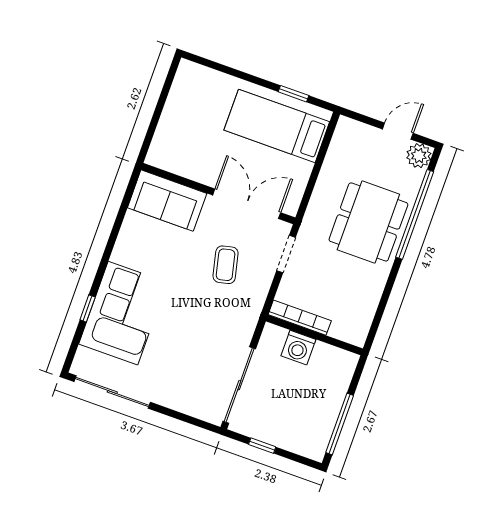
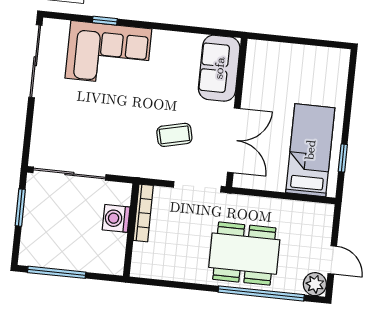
doorway: (286, 254) -> (197, 187), width x1.38
window: (262, 446) -> (20, 208), width x1.50

